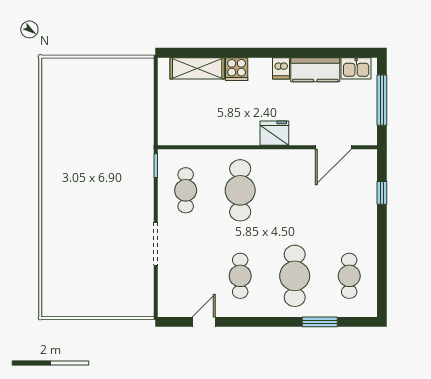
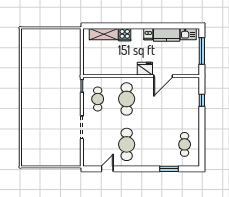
door: (333, 147) -> (163, 76), moved
cafe table: (240, 276) -> (127, 144), width x1.37, depth x1.35
cafe table: (295, 276) -> (156, 144), removed

